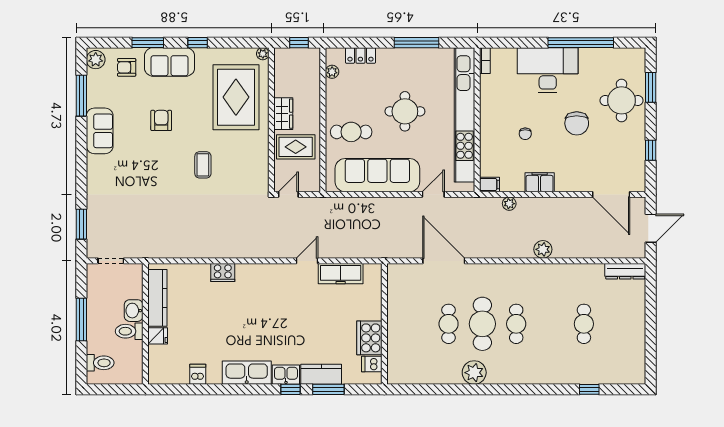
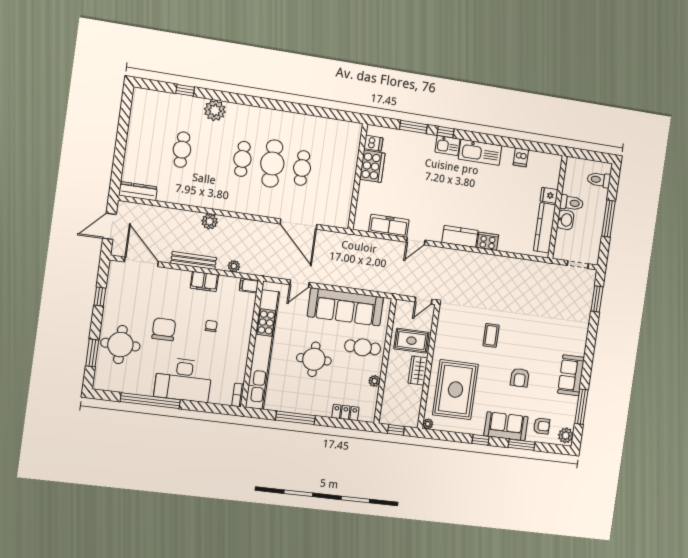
plant: (332, 72) -> (374, 381), moved
bench: (554, 204) -> (194, 261), added
plant: (474, 373) -> (215, 110), moved
kitchen counter: (321, 374) -> (460, 236), moved, turned 180

